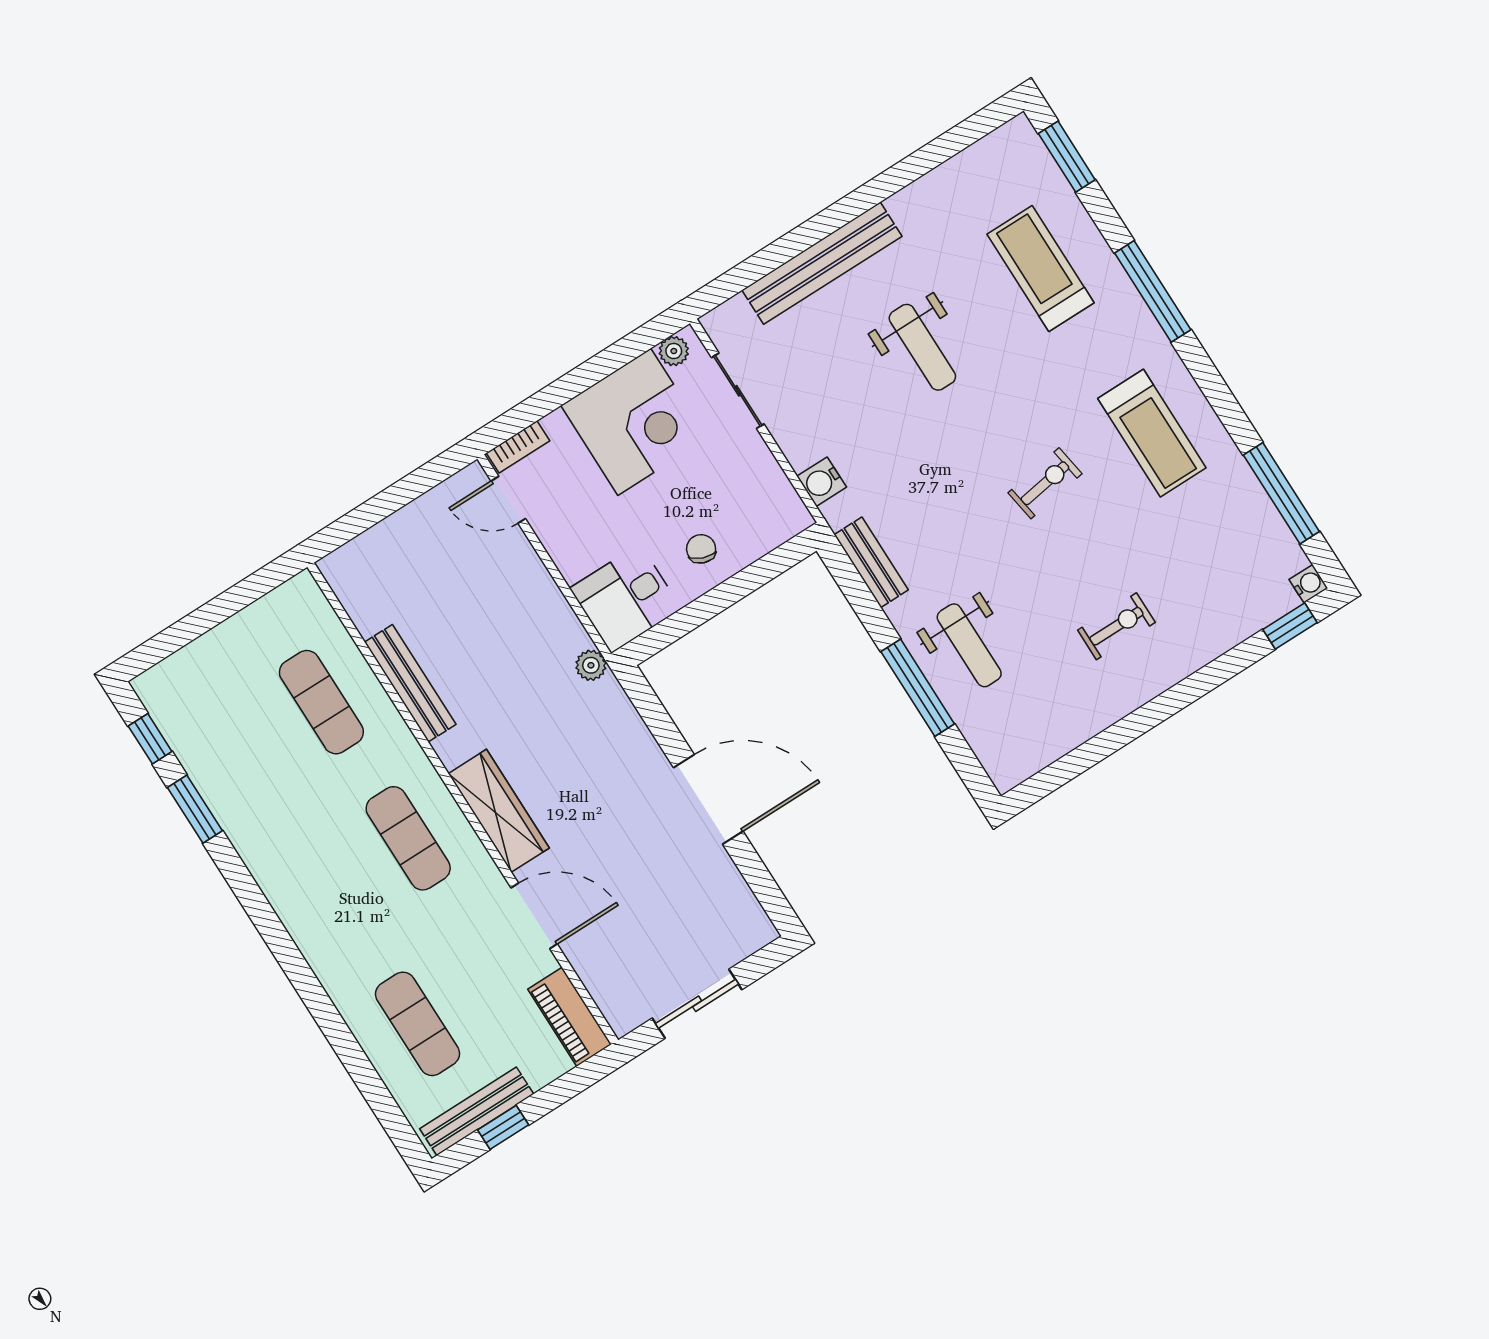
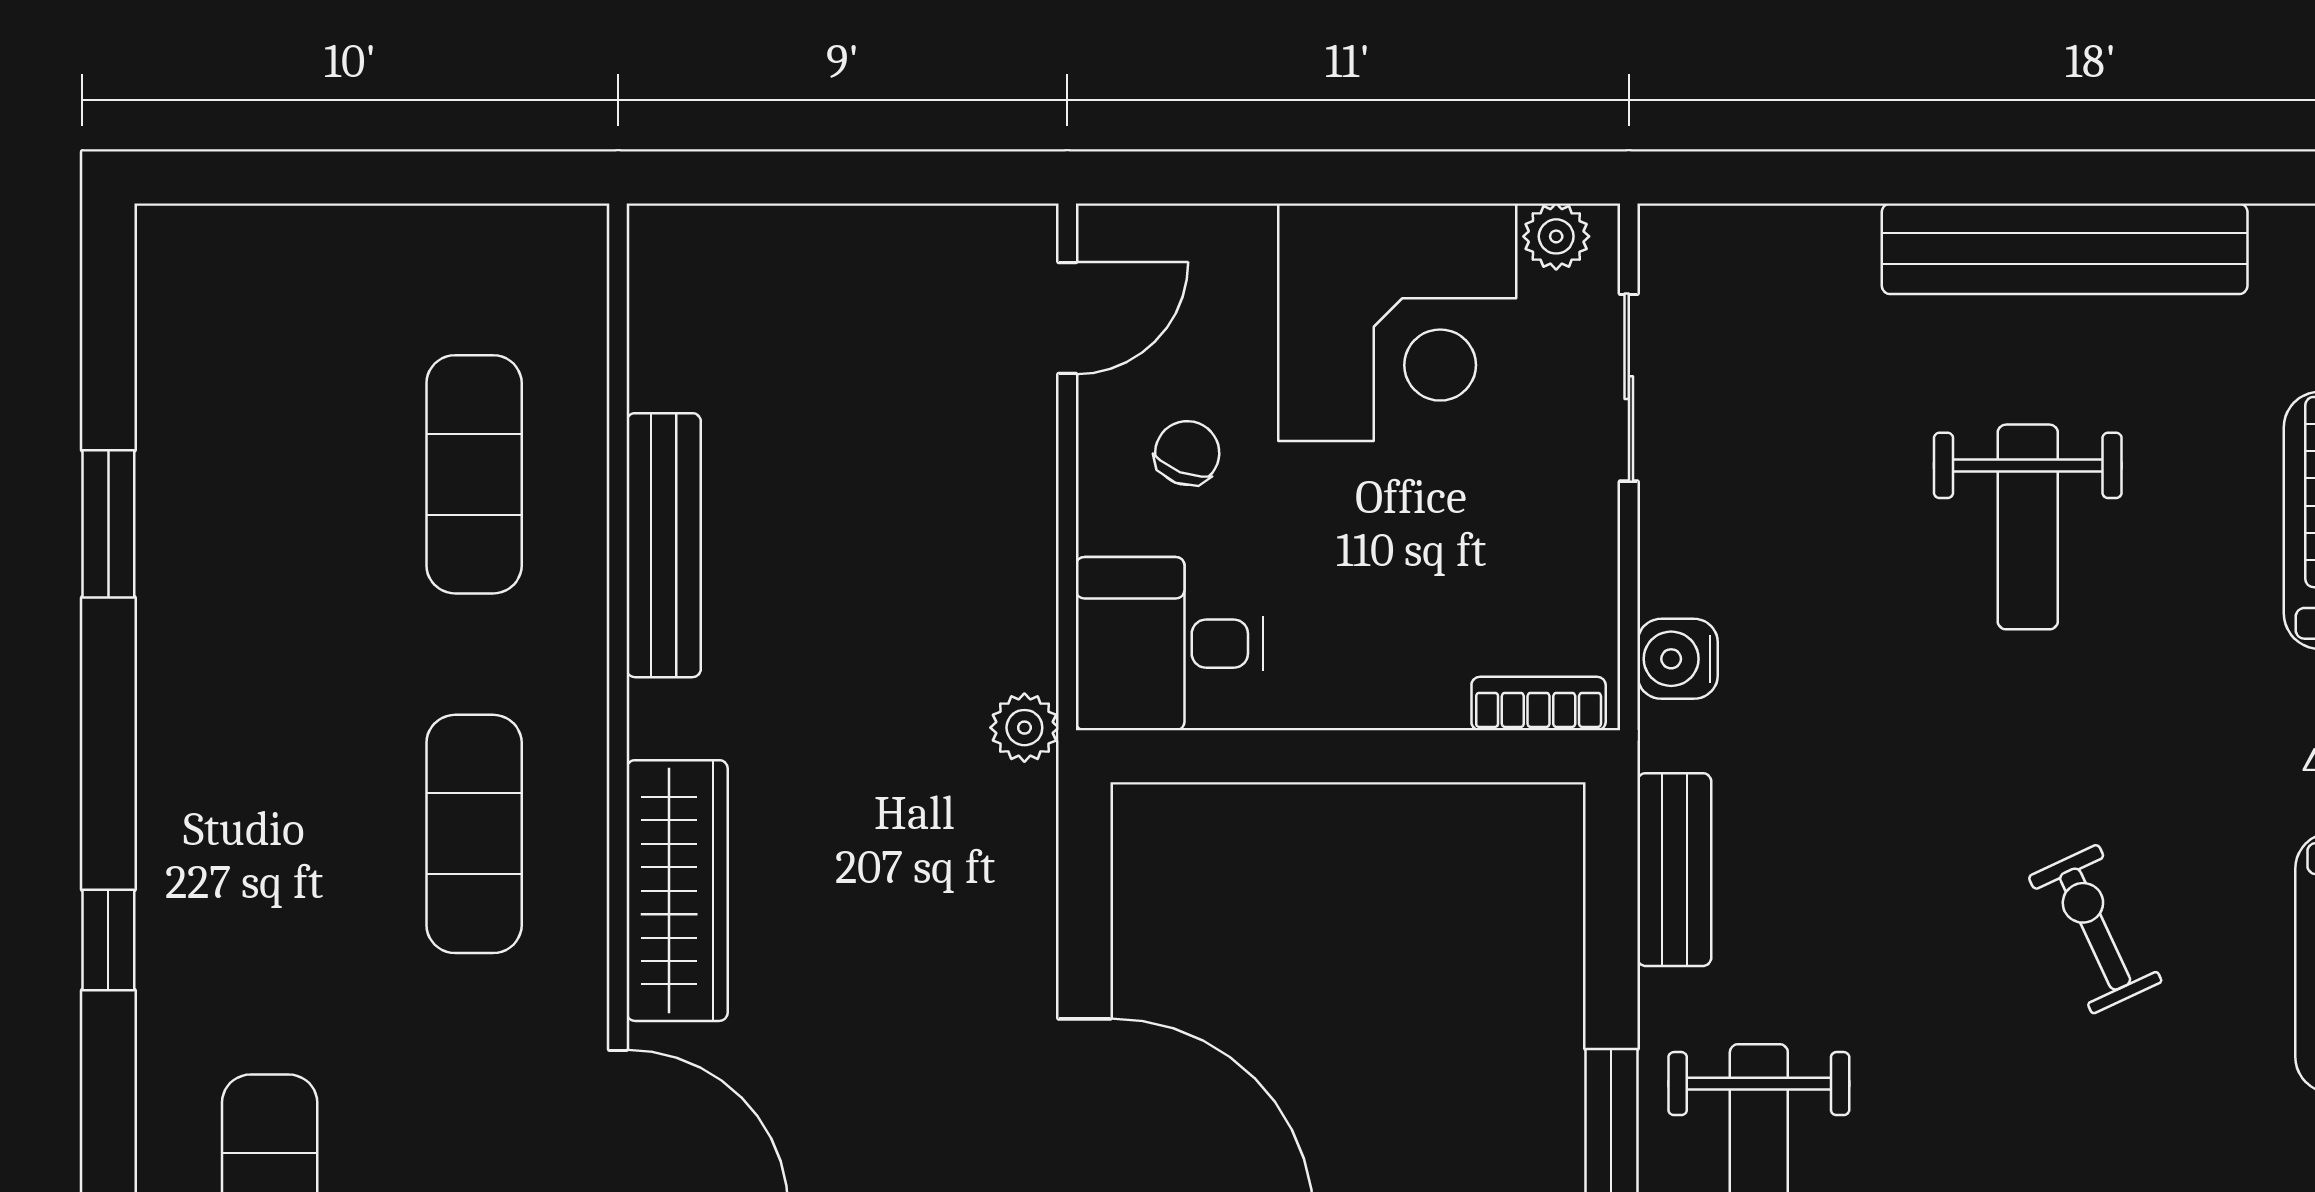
bench: (822, 263) -> (2065, 249), moved
bookcase: (518, 447) -> (1539, 703), moved, turned 180
exercise bike: (1045, 483) -> (2095, 929), turned -106
door: (508, 500) -> (1067, 318), swing flipped
chair: (701, 549) -> (1187, 453), moved
window: (150, 739) -> (108, 940), moved

